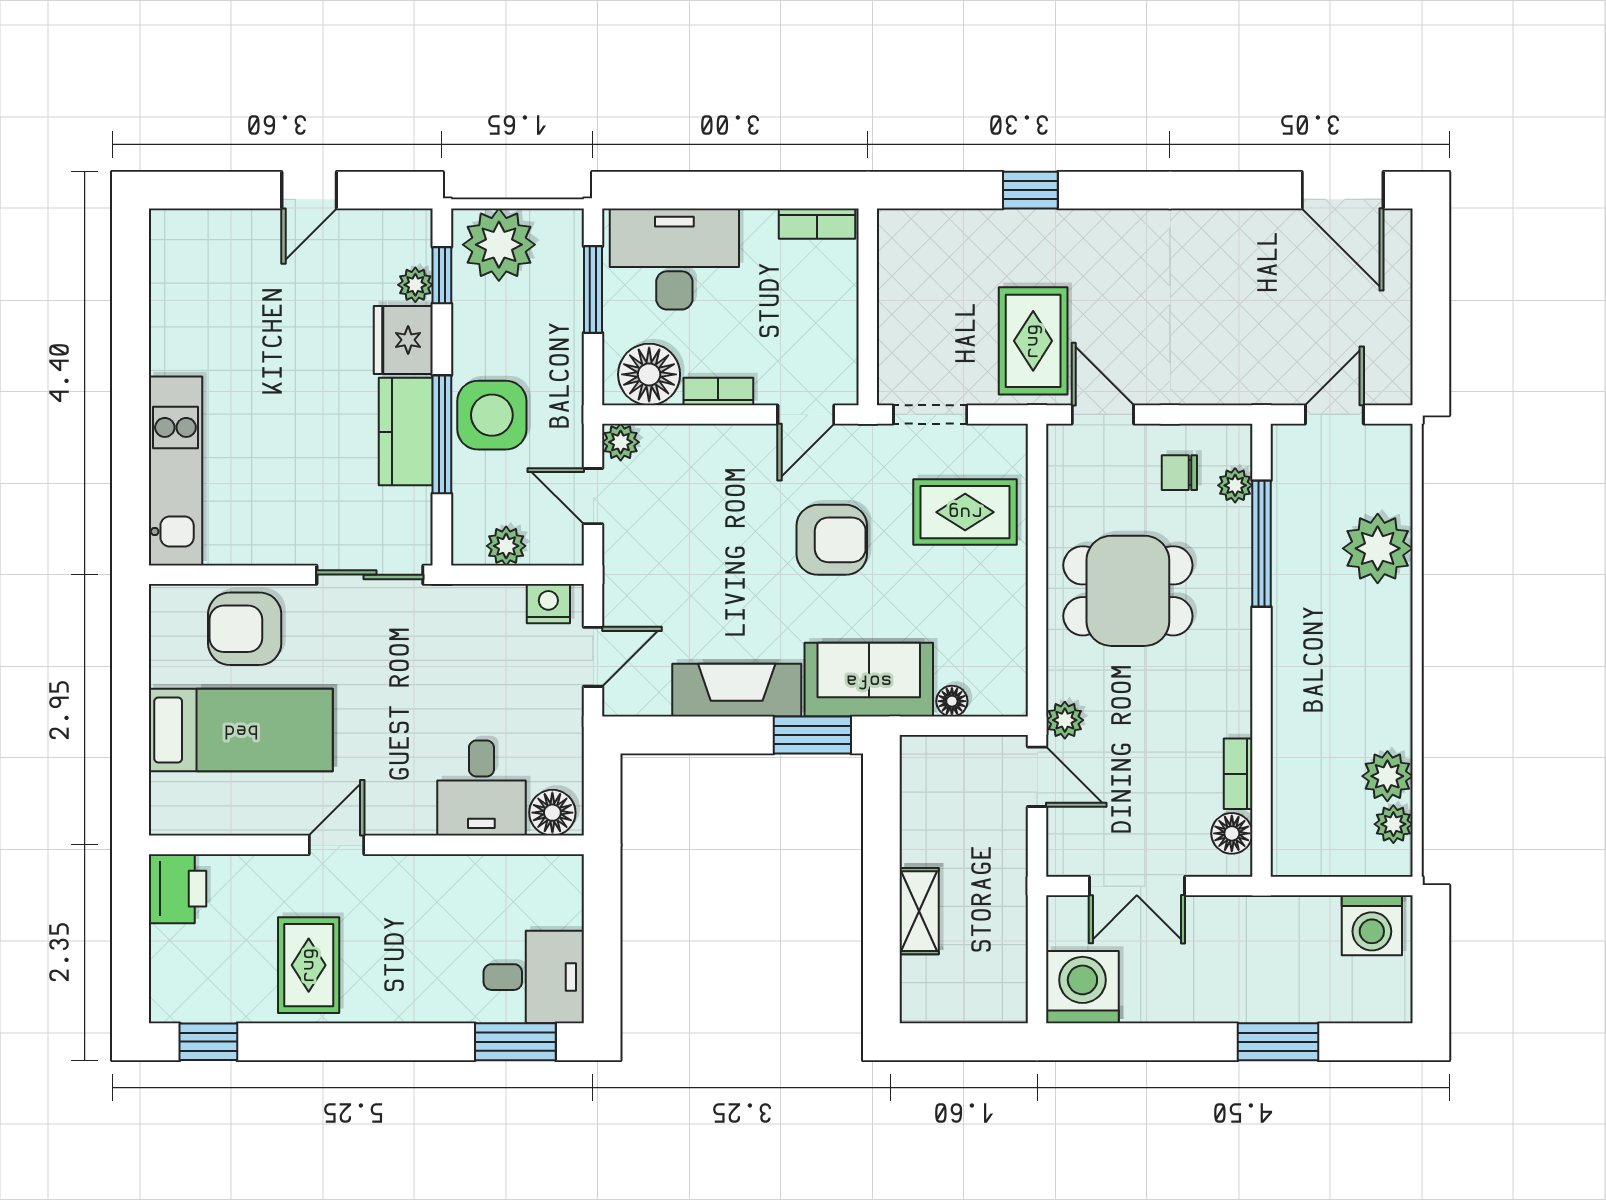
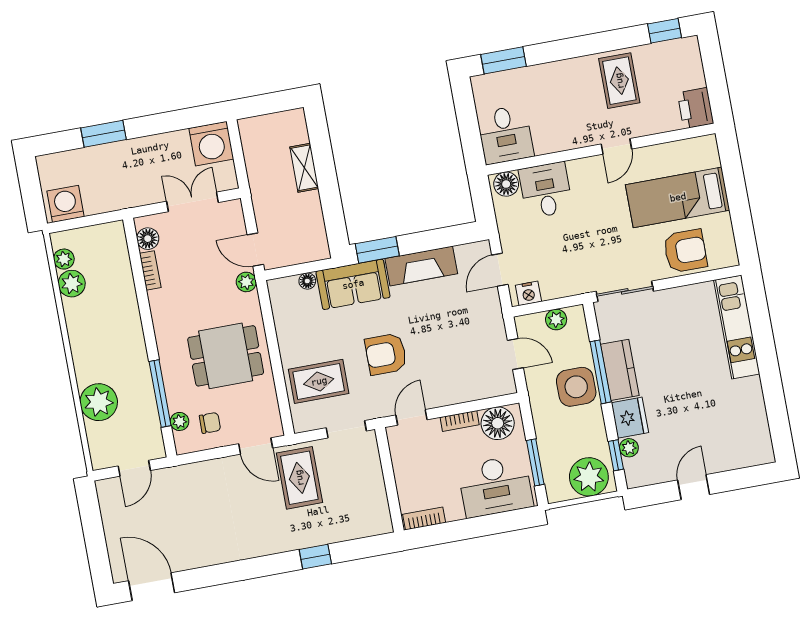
plant: (621, 442) -> (506, 385), removed
desk: (534, 977) -> (505, 135), moved, turned -90

